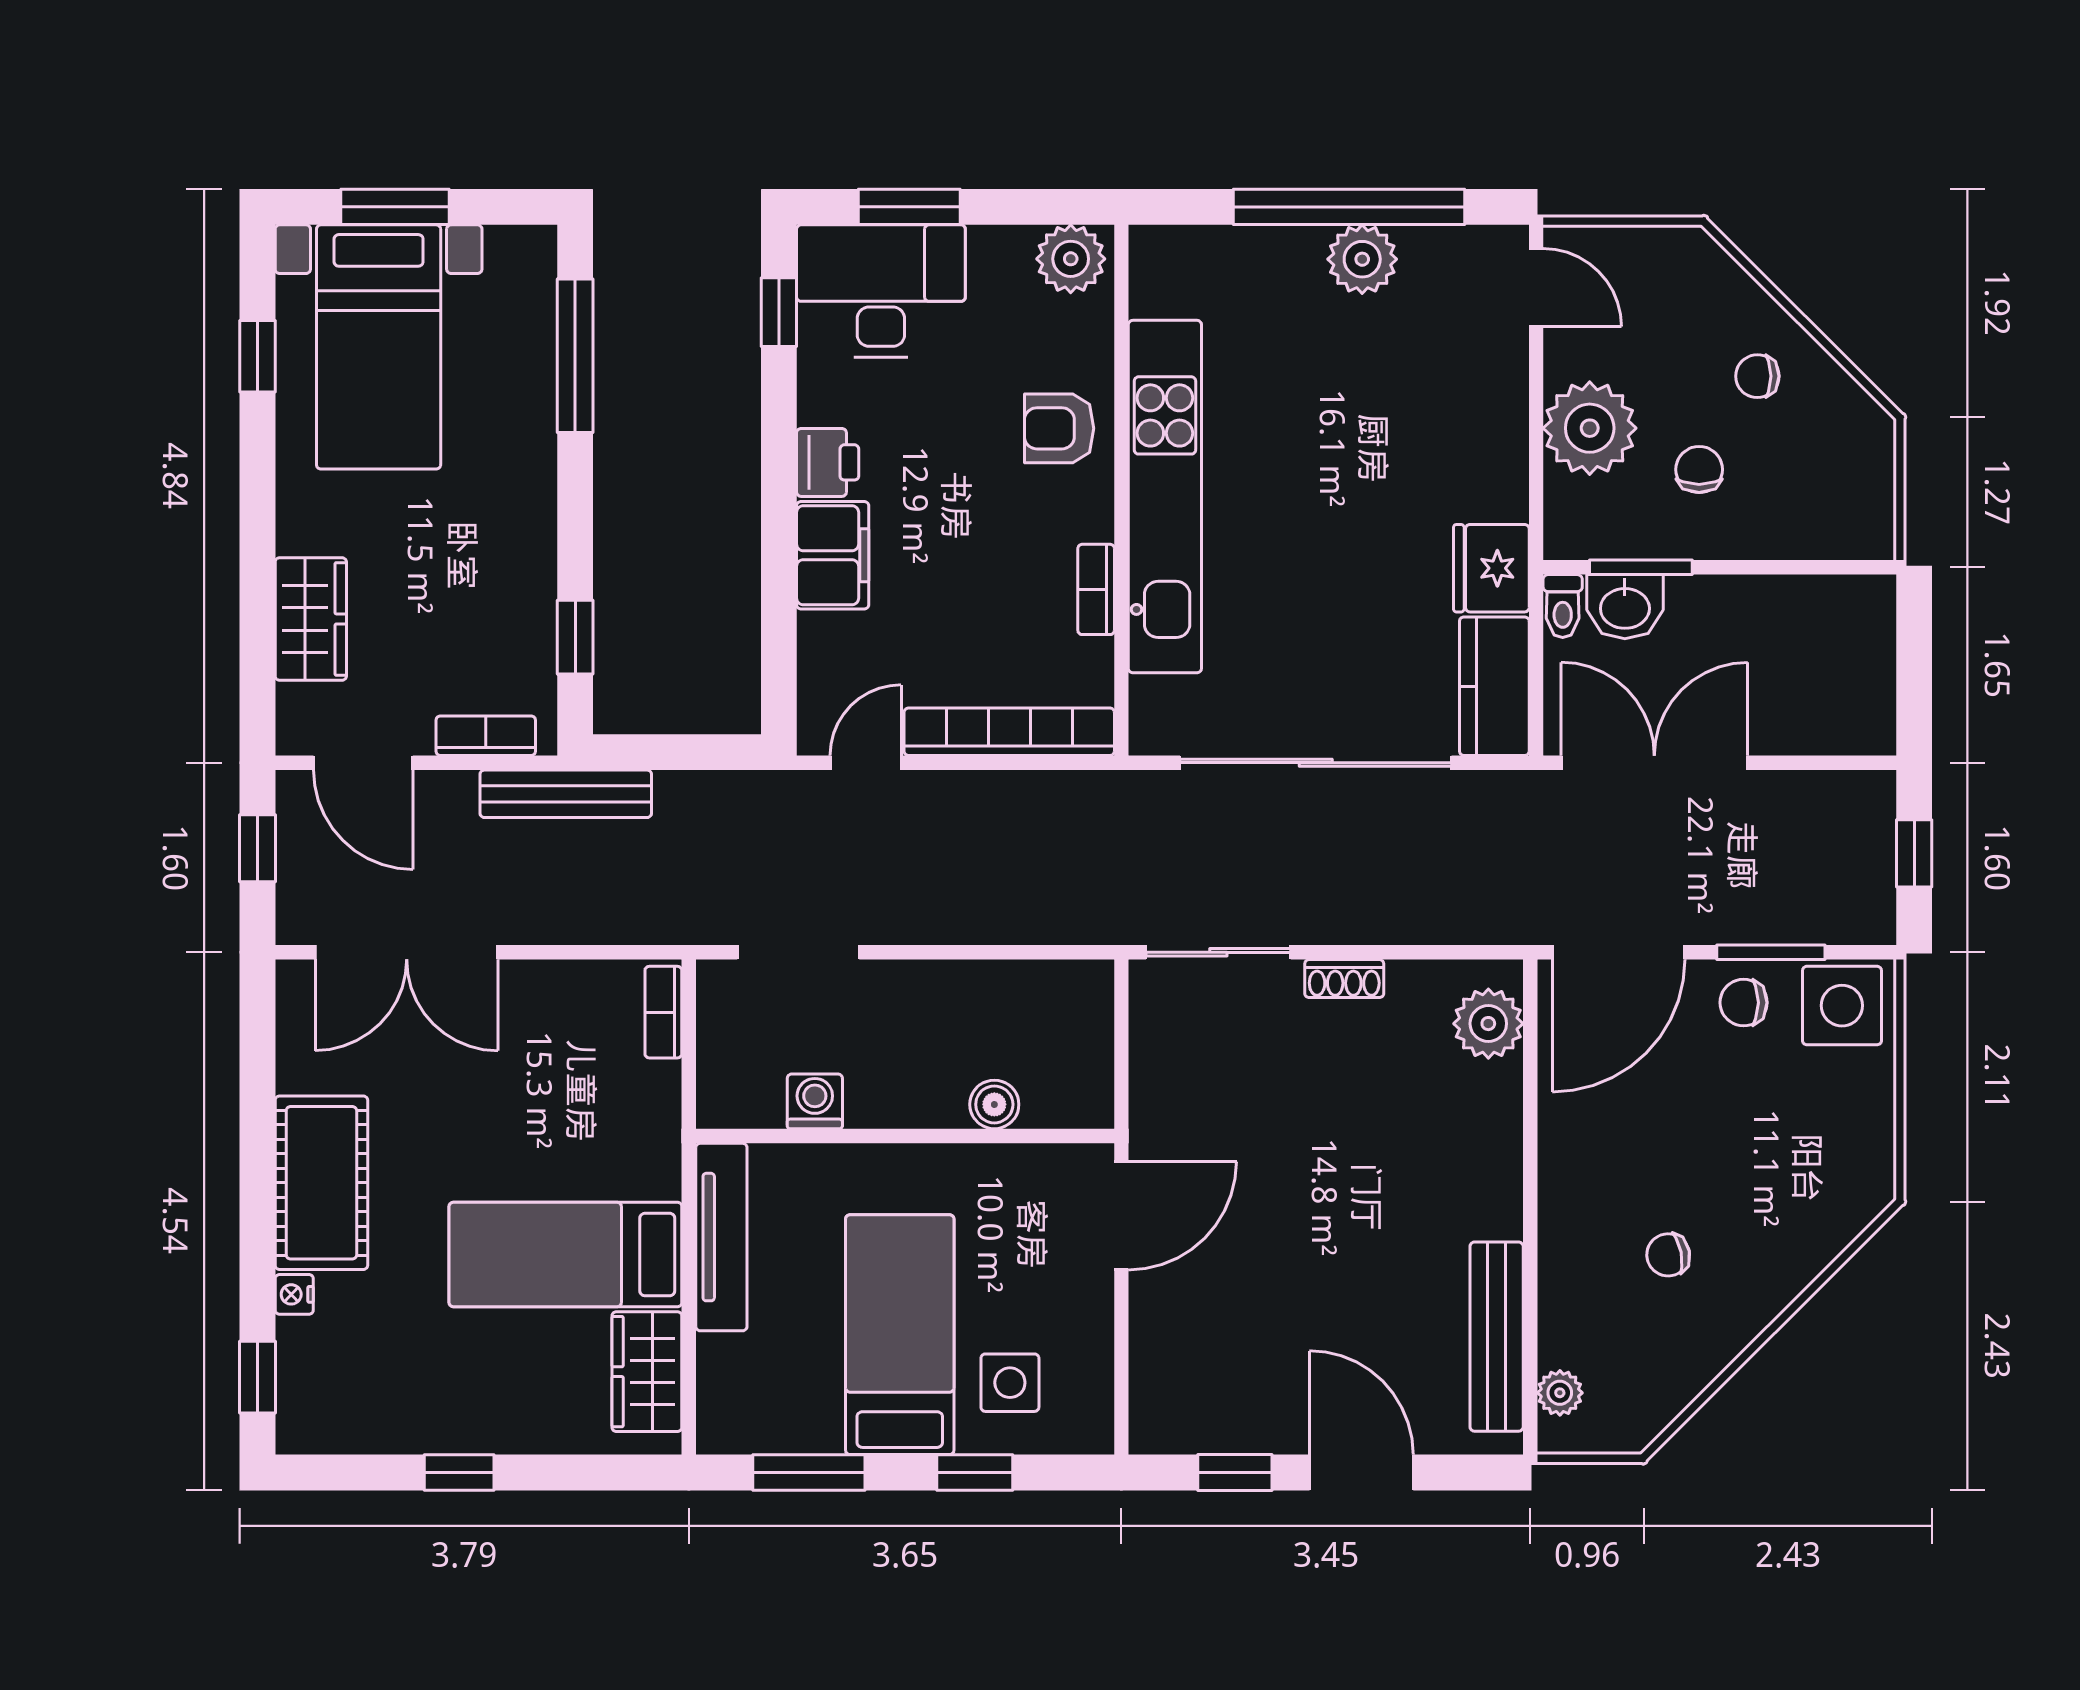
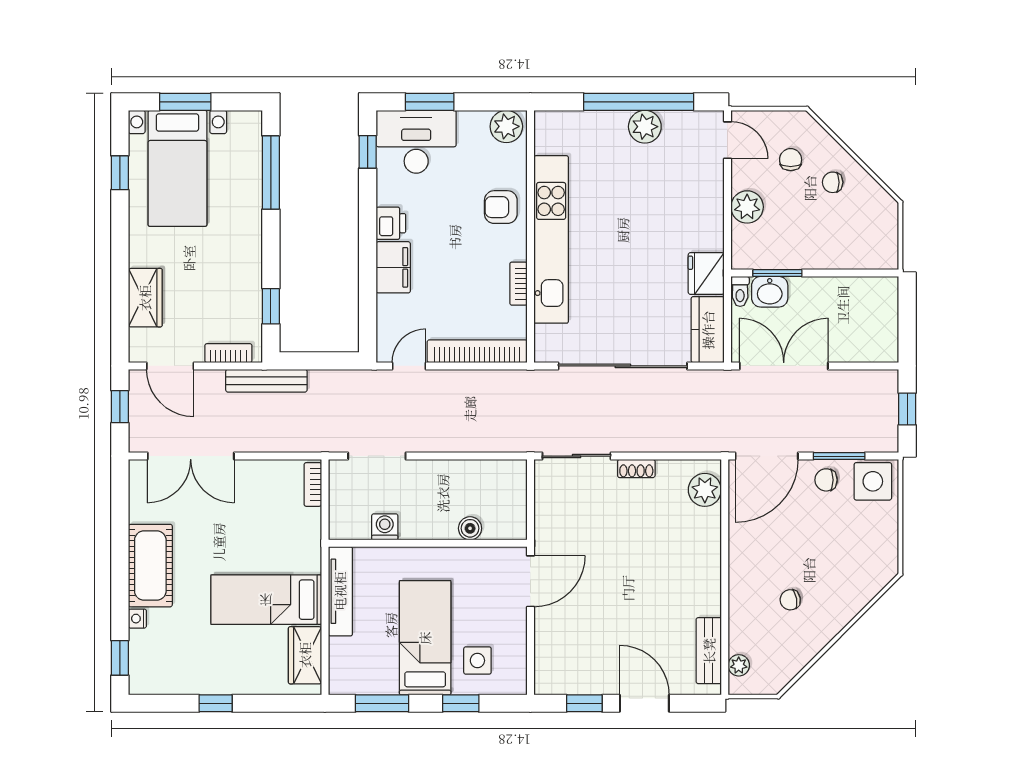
plant: (1590, 428) -> (747, 207), width x0.73, depth x0.73
chair: (1699, 470) -> (791, 160), moved
bench: (1497, 1337) -> (709, 651), width x0.73

